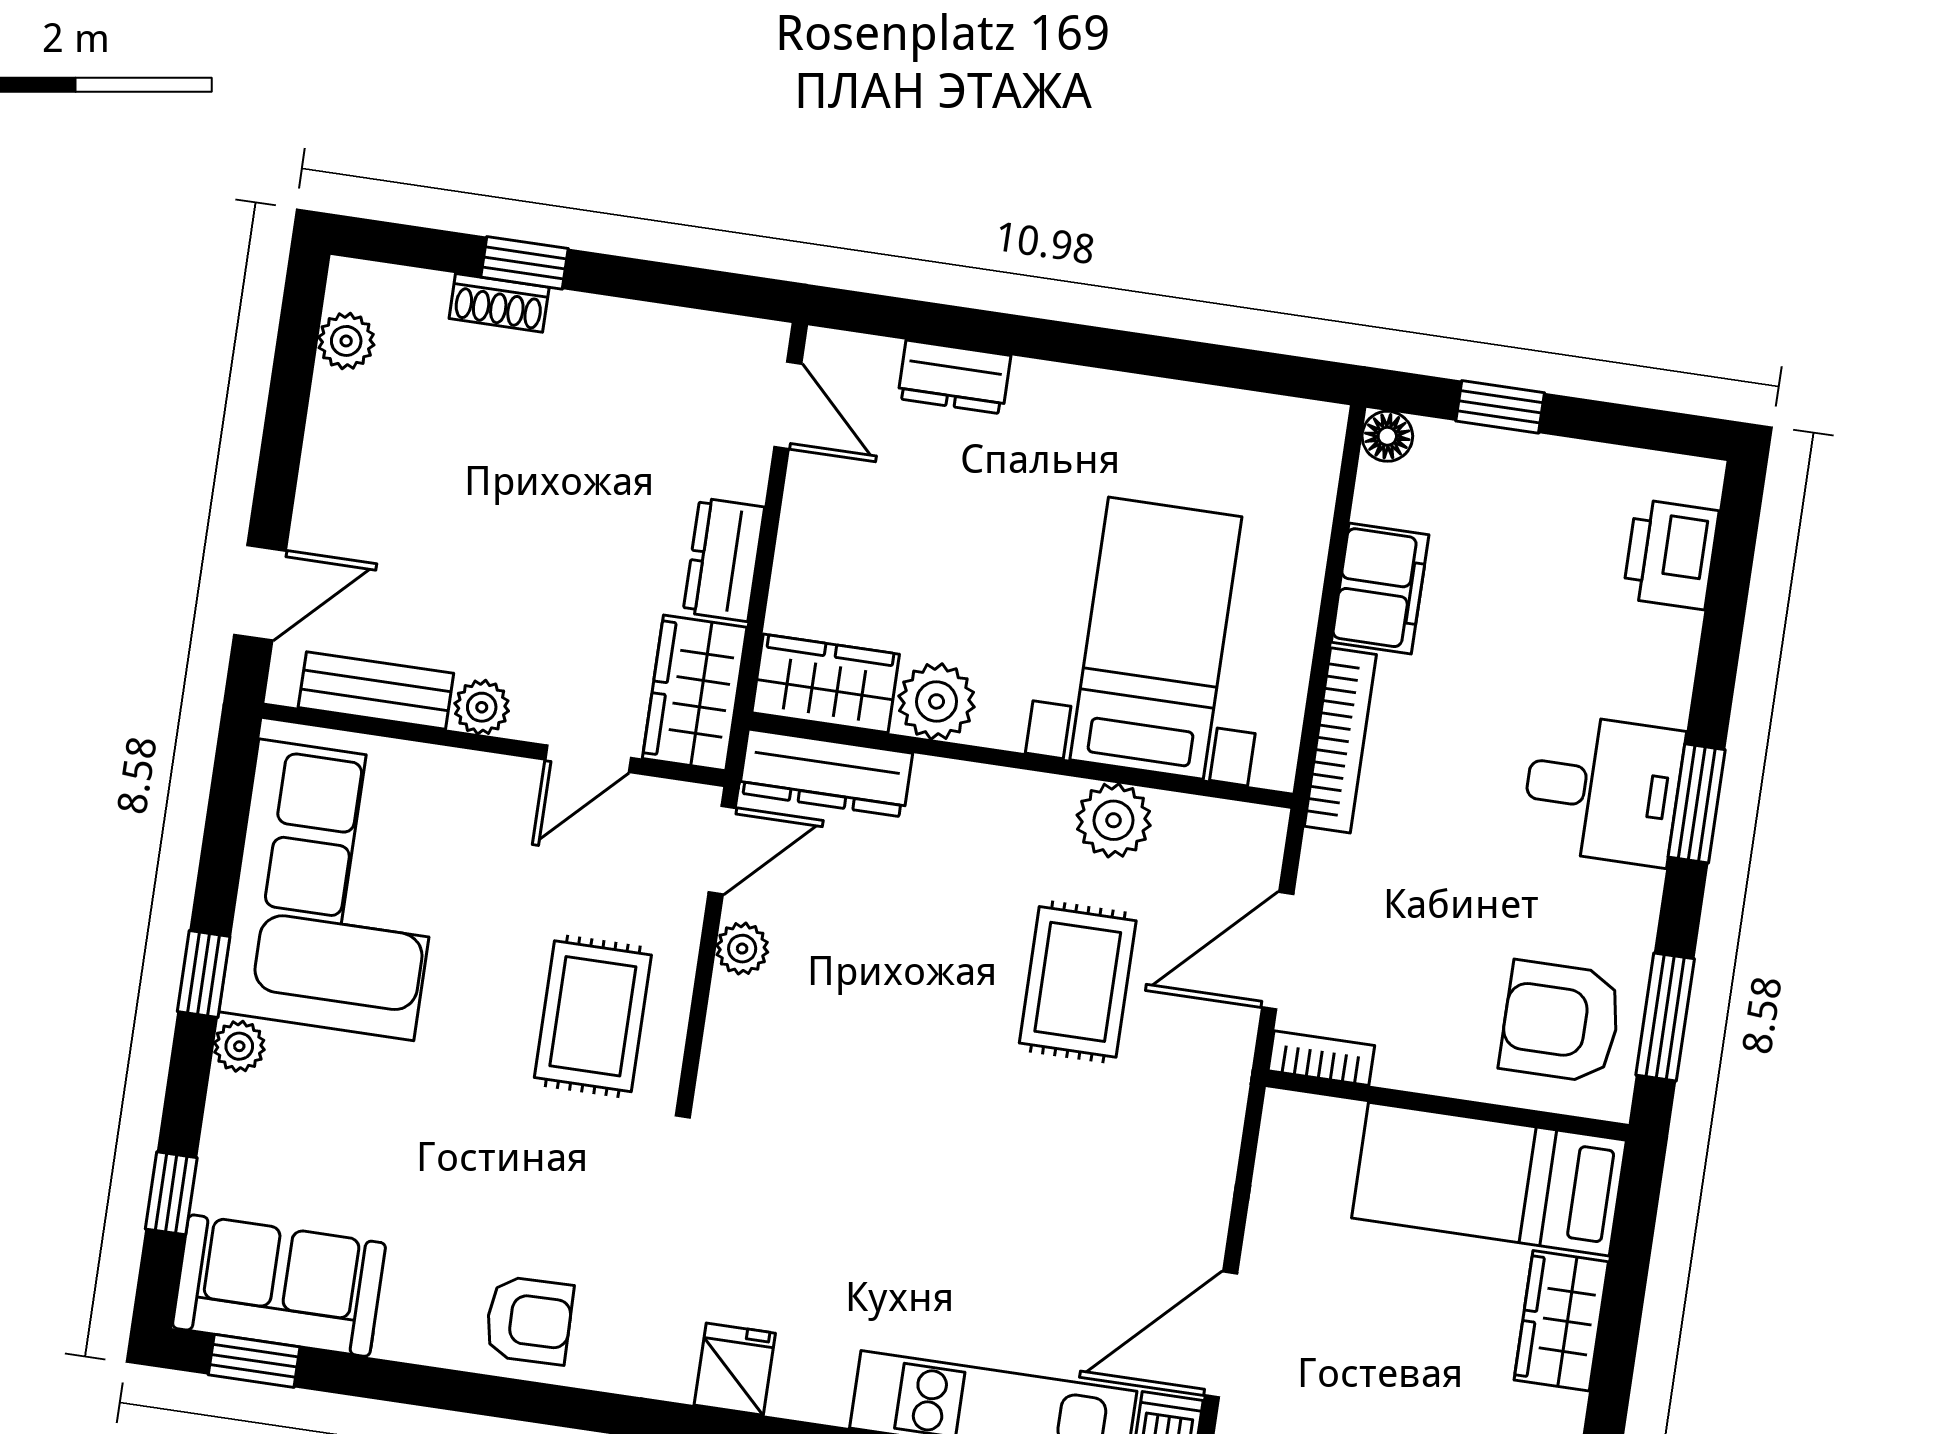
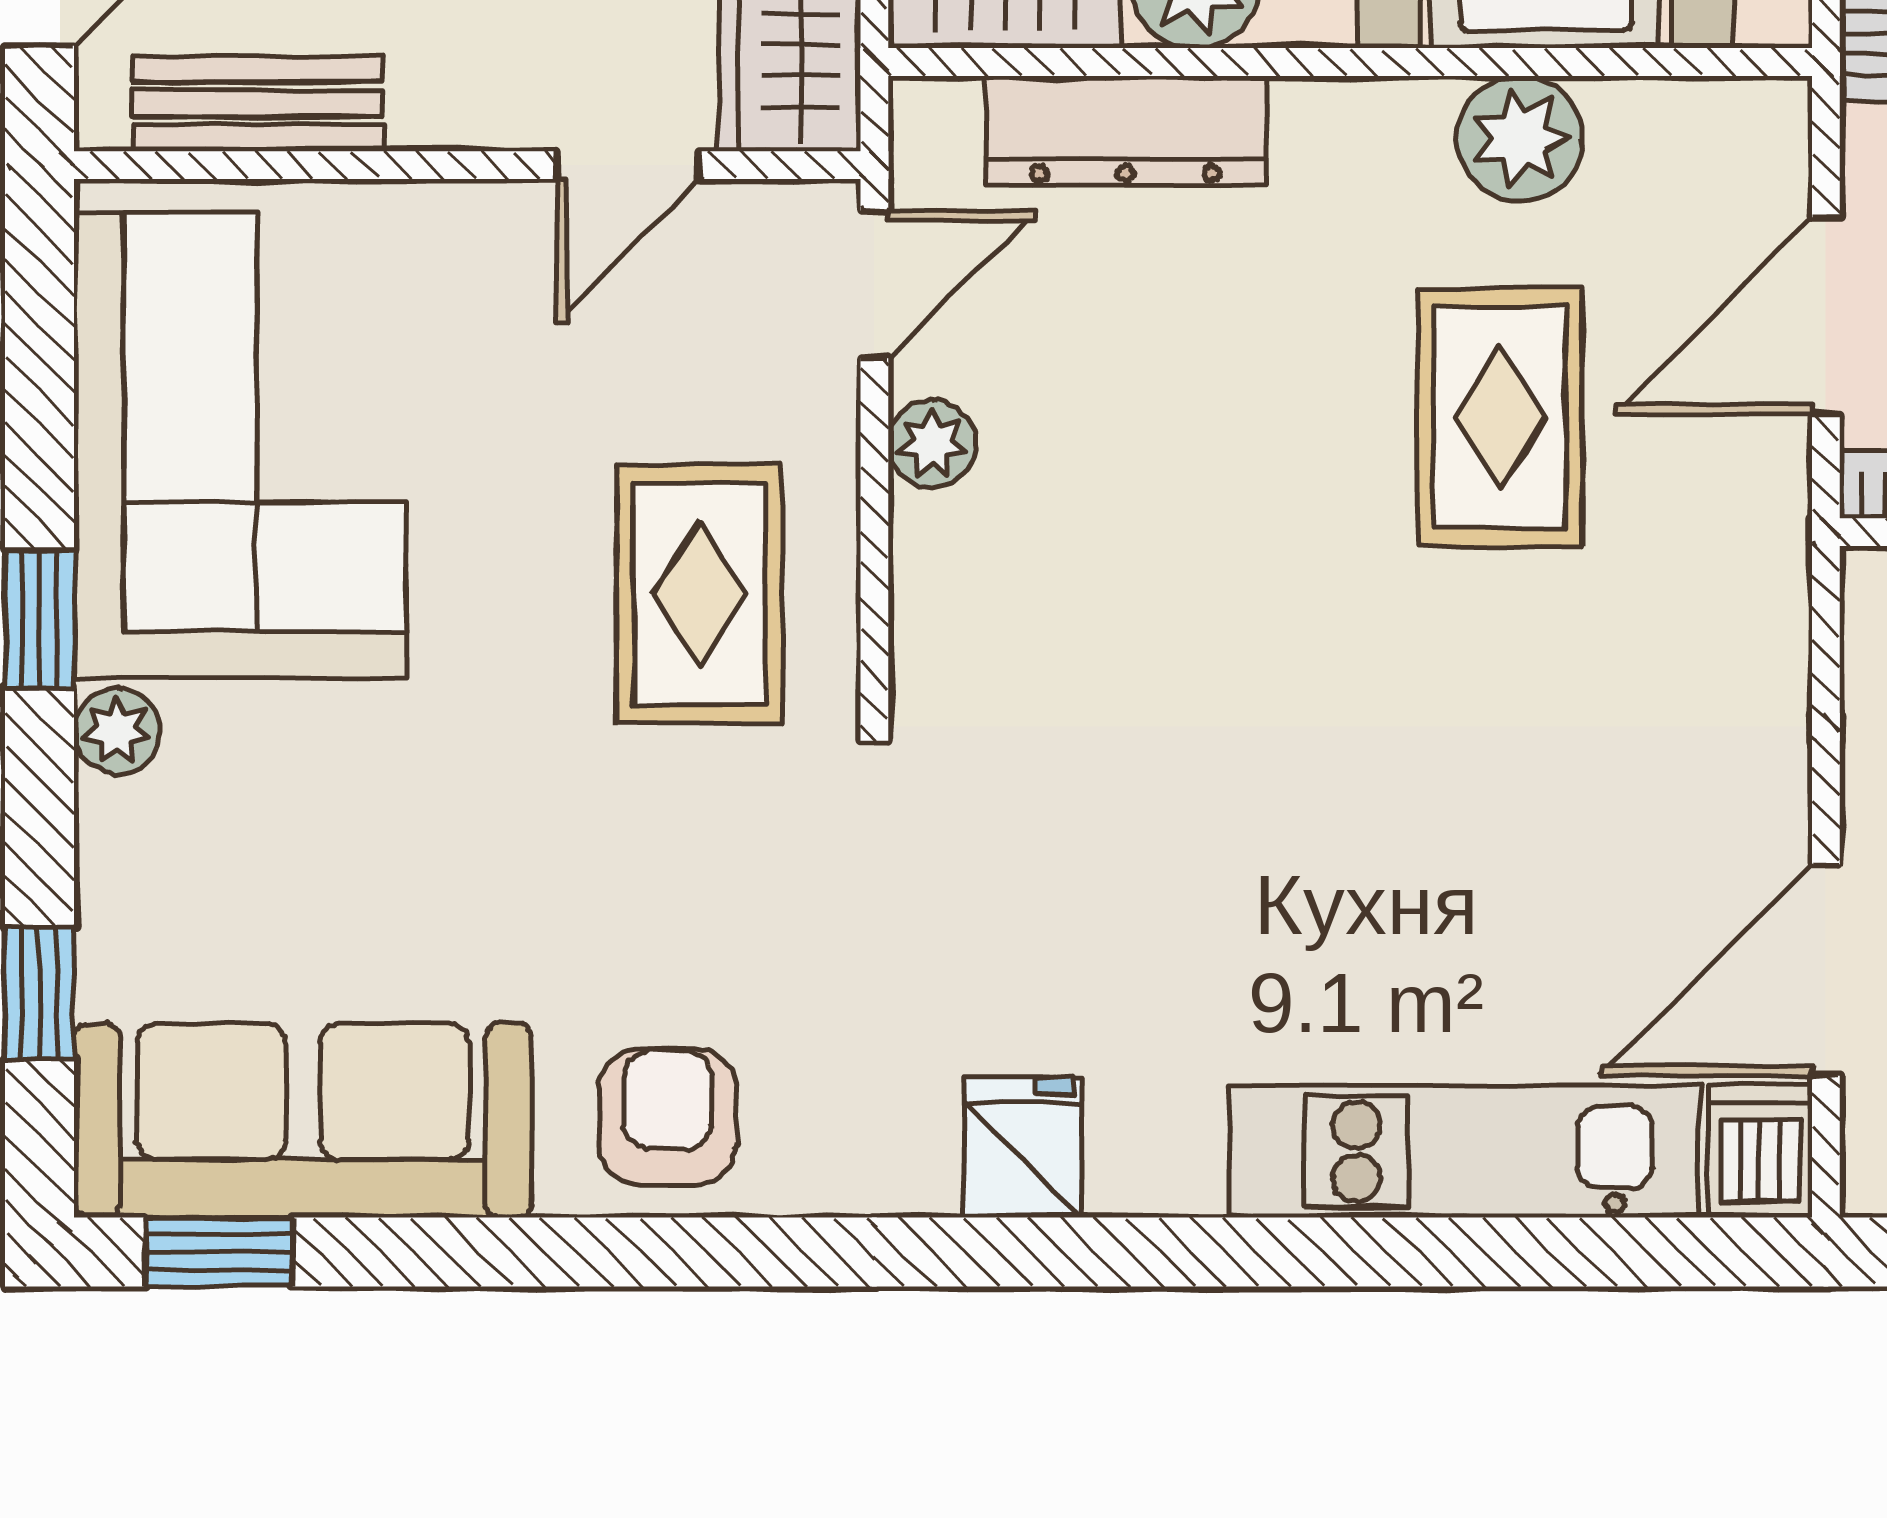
plant: (482, 707) -> (438, 105), removed
dresser: (826, 773) -> (1126, 131), moved
sofa: (279, 1286) -> (303, 1120), width x1.36
armchair: (529, 1320) -> (668, 1117), turned -89

